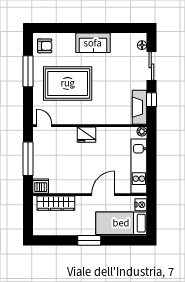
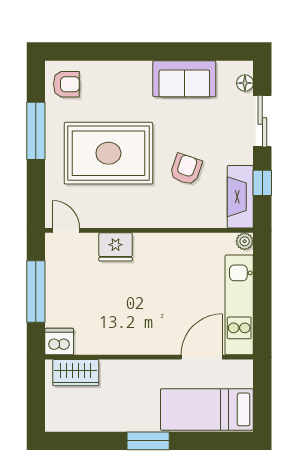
sofa: (93, 43) -> (184, 79), moved
armchair: (110, 92) -> (186, 169), added
fridge: (86, 135) -> (116, 247), moved
door: (103, 195) -> (202, 357), moved
wardrobe: (56, 203) -> (76, 373), width x0.67
nightstand: (141, 205) -> (243, 376), removed

